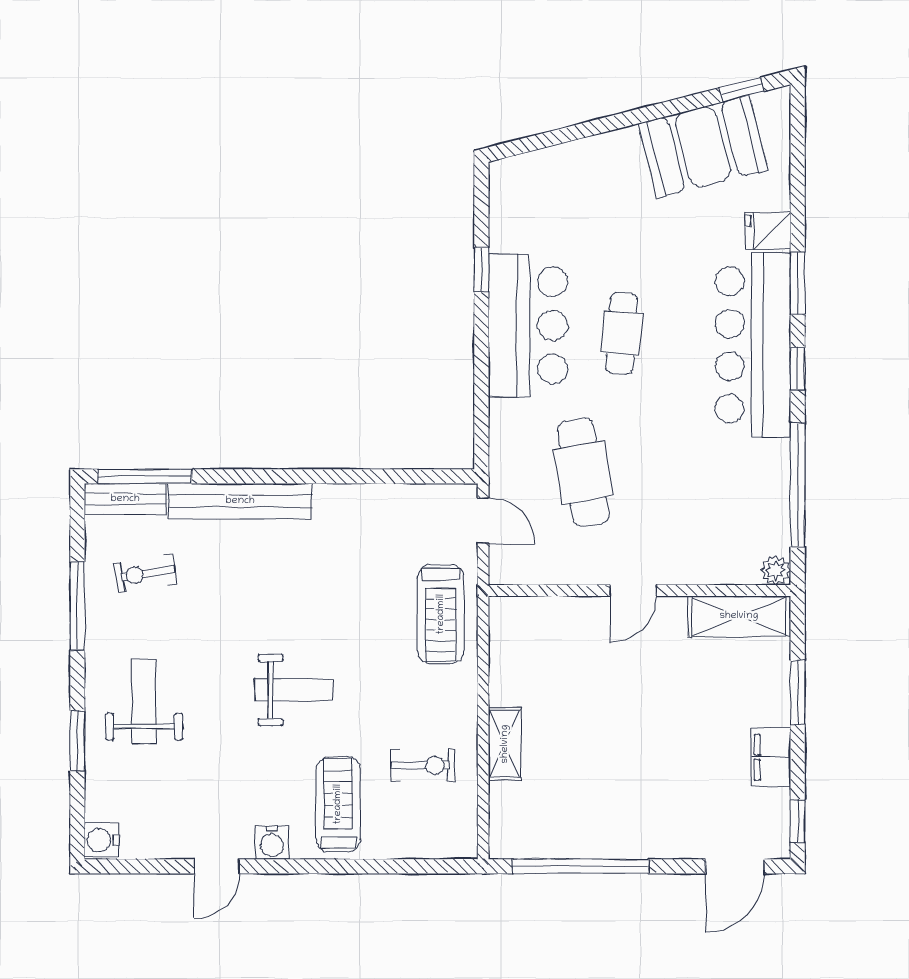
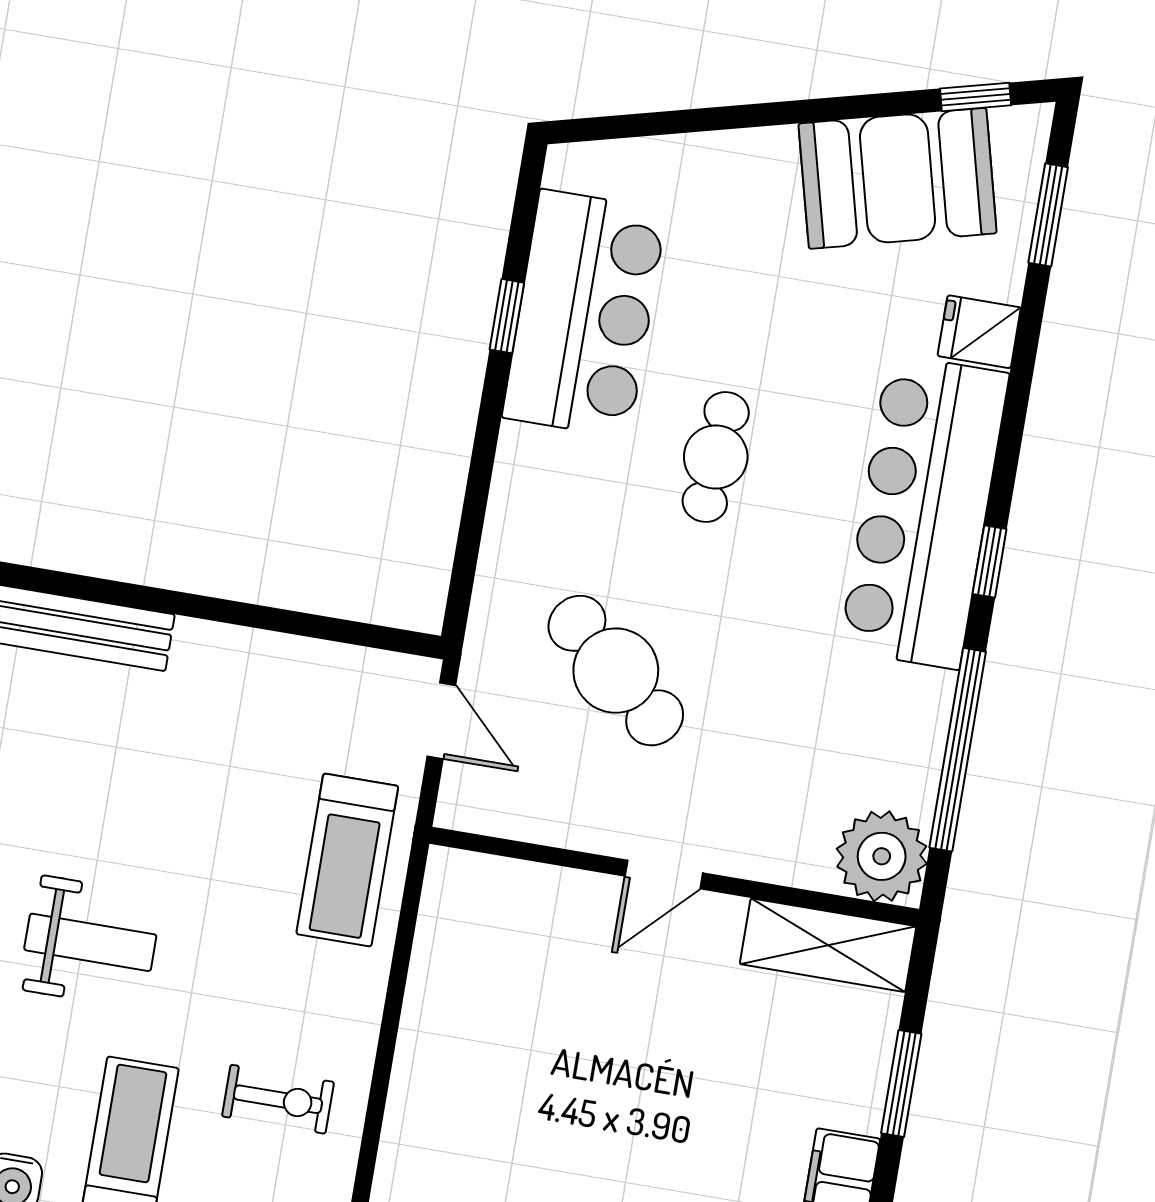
window: (798, 283) -> (1048, 215), moved
bar counter: (528, 326) -> (585, 314), moved
cafe table: (583, 472) -> (616, 671), turned -39
plant: (776, 570) -> (882, 856), width x1.88, depth x1.88
shelving: (505, 744) -> (415, 1087), removed

